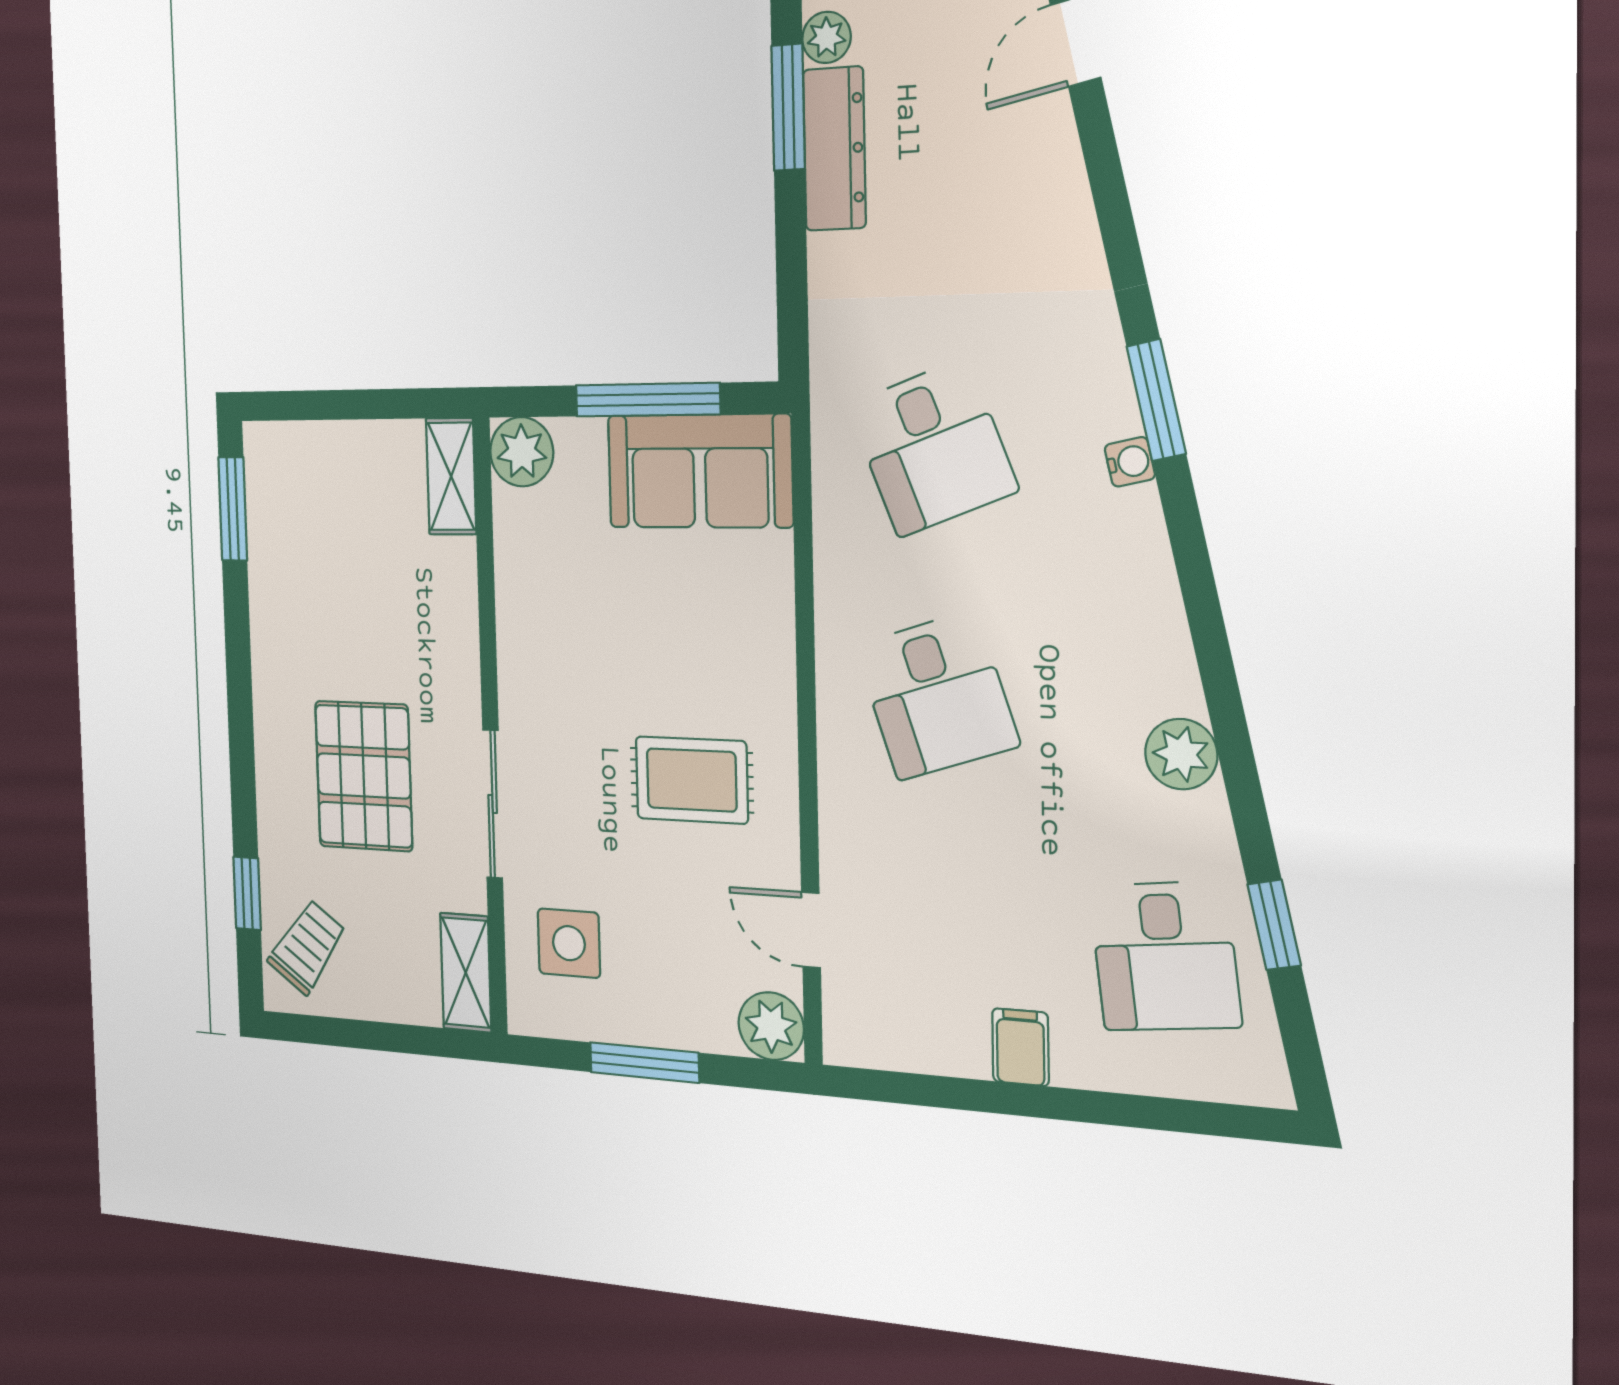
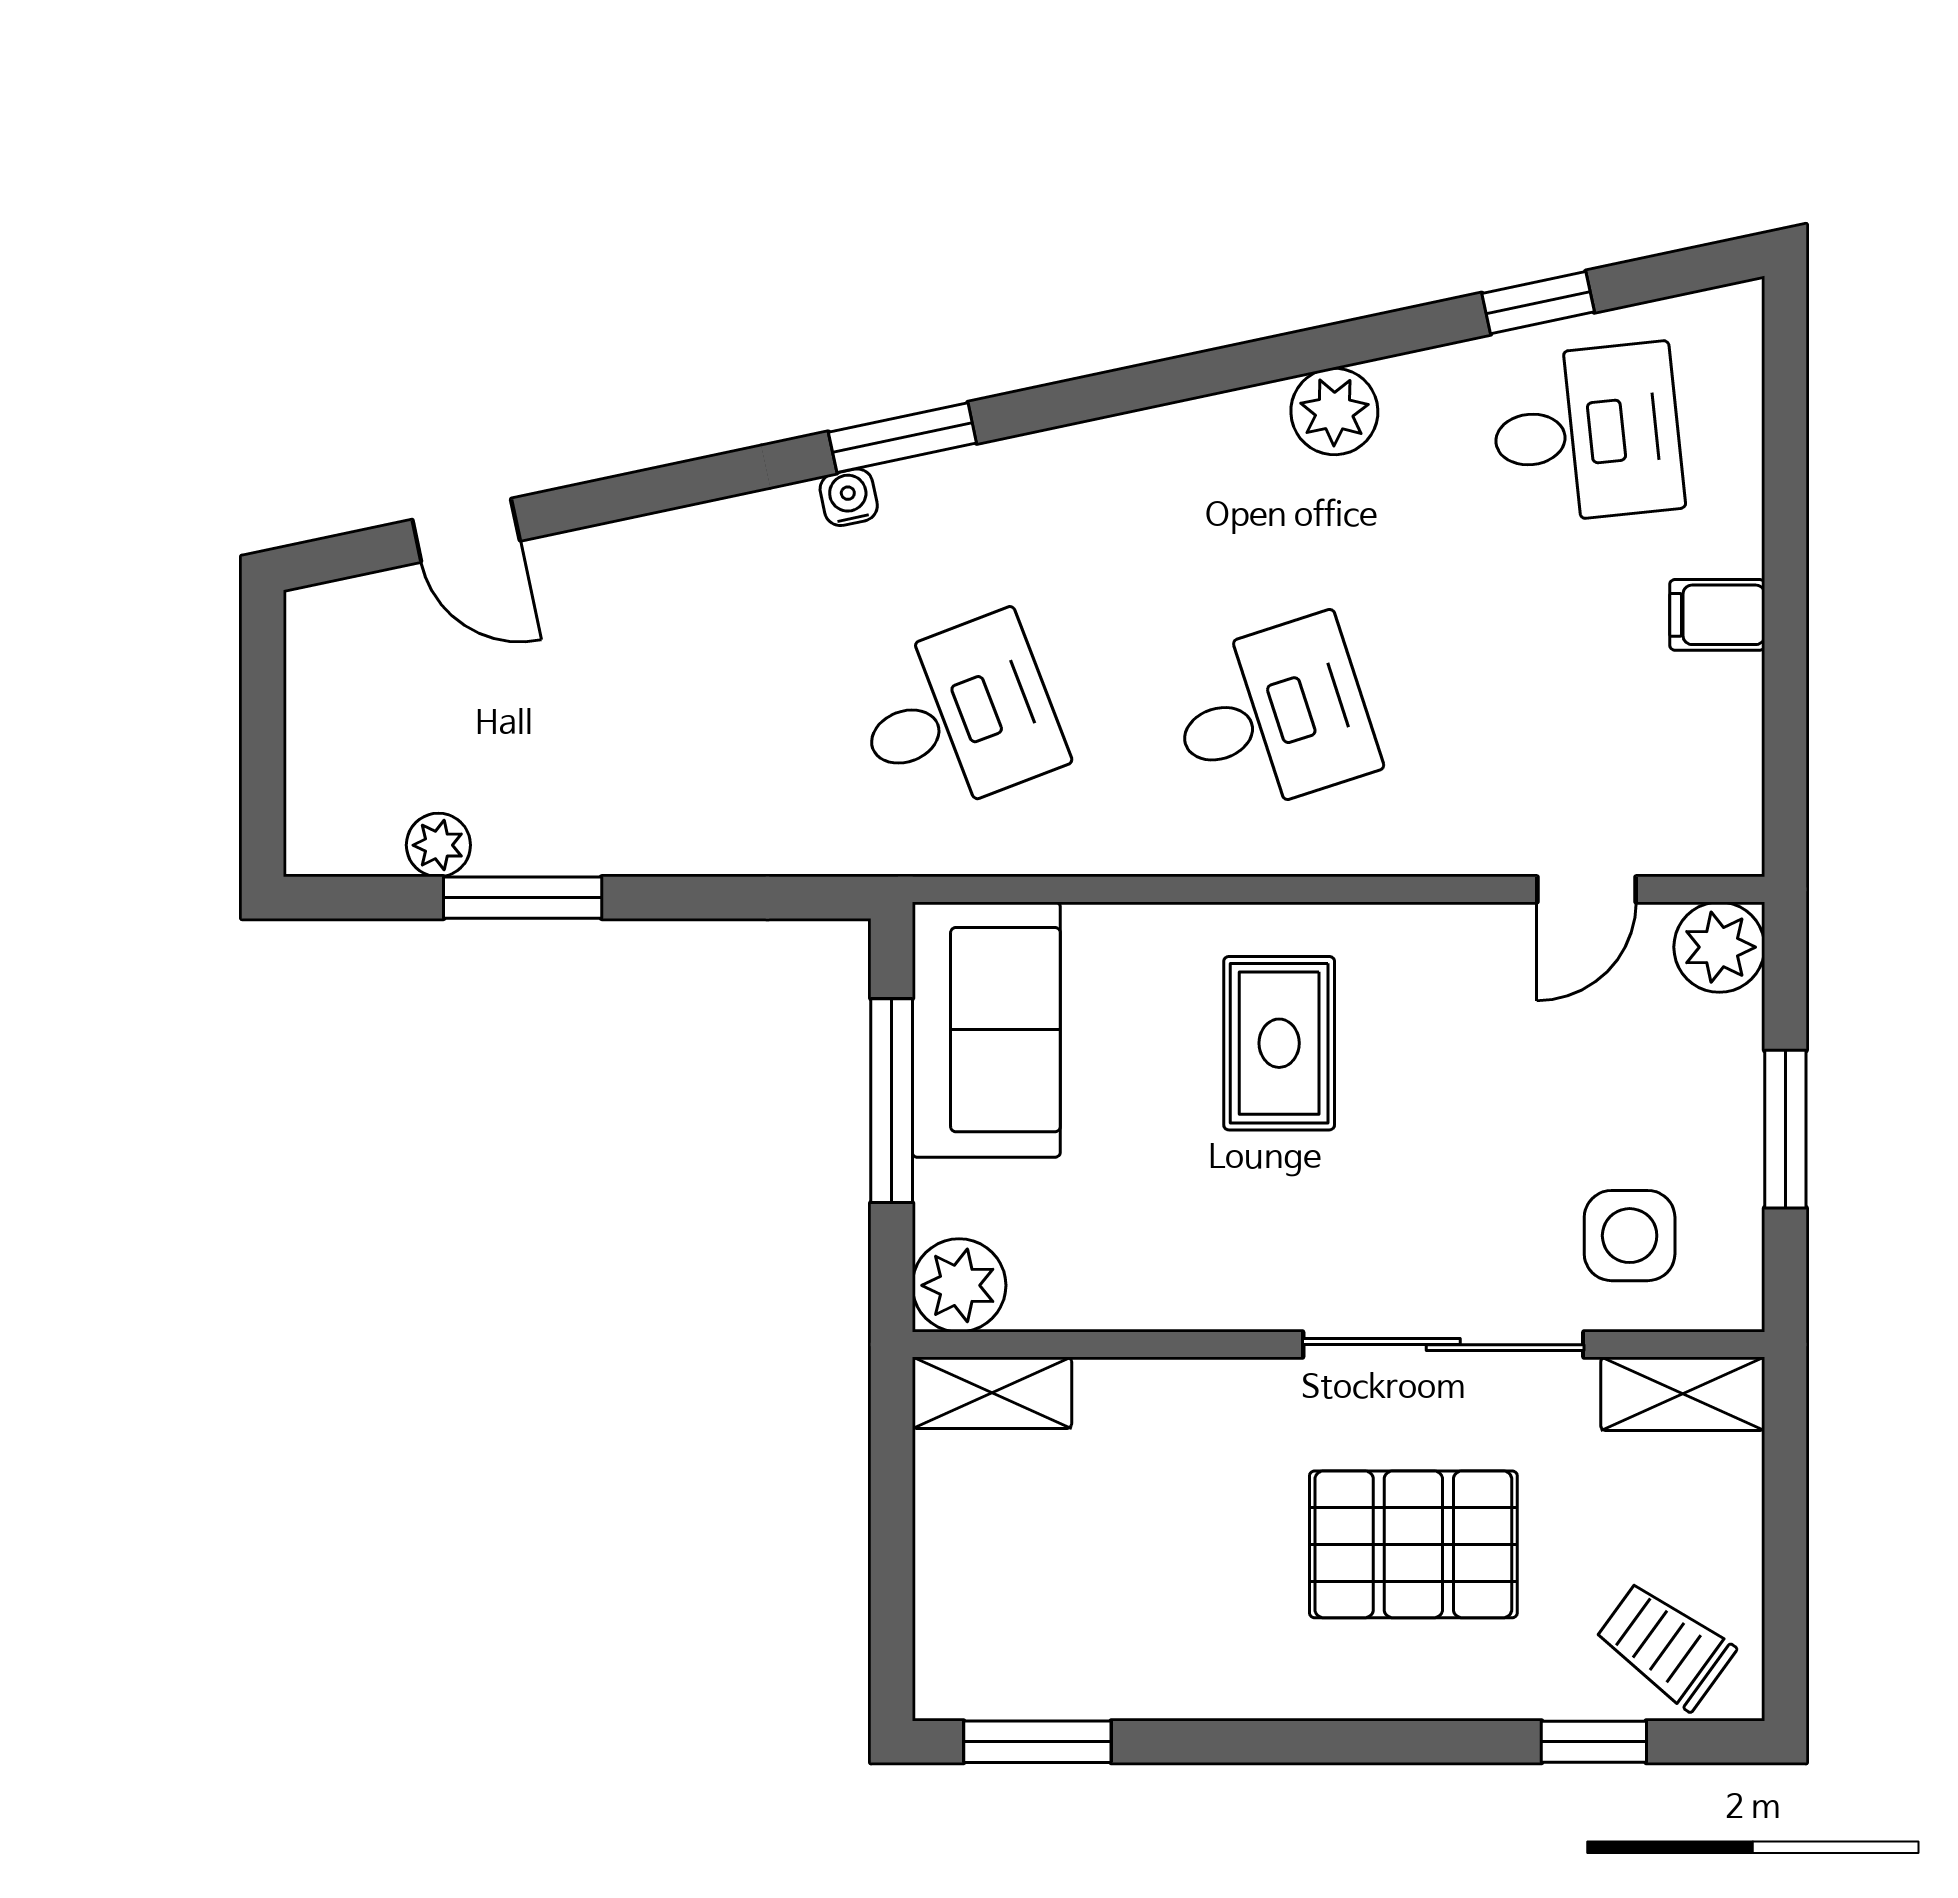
dresser: (834, 149) -> (578, 837), removed
water cooler: (1130, 462) -> (849, 497), moved
rug: (692, 780) -> (1279, 1043), moved
sliding door: (493, 804) -> (1443, 1345), width x1.37

